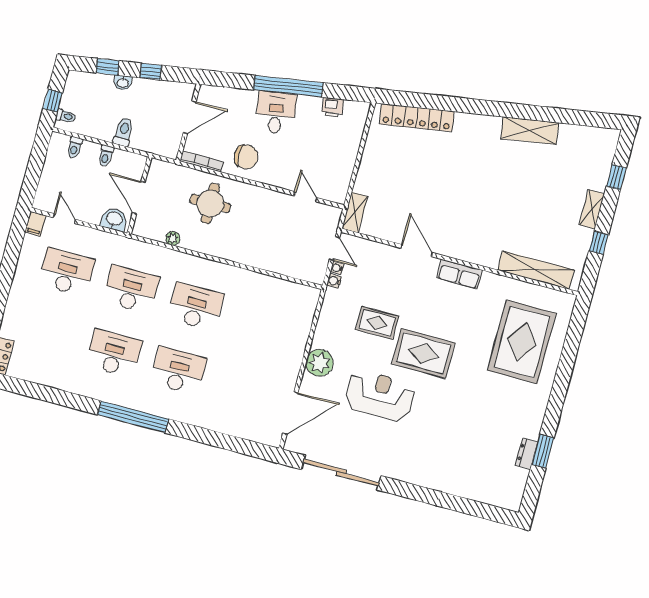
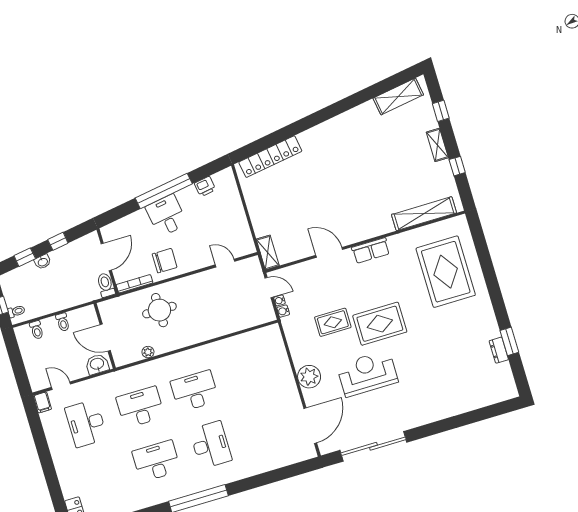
shelving: (530, 131) -> (398, 96), moved
toilet: (124, 132) -> (106, 285), moved
desk: (66, 272) -> (86, 423), turned -90
desk: (178, 371) -> (211, 445), turned 90

